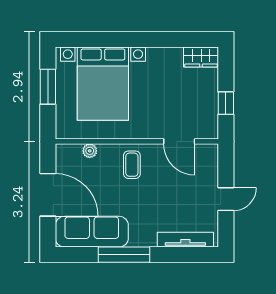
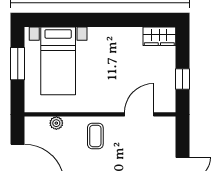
bed with nightstands: (103, 84) -> (58, 61), width x0.73
door: (179, 141) -> (139, 114), swing flipped

